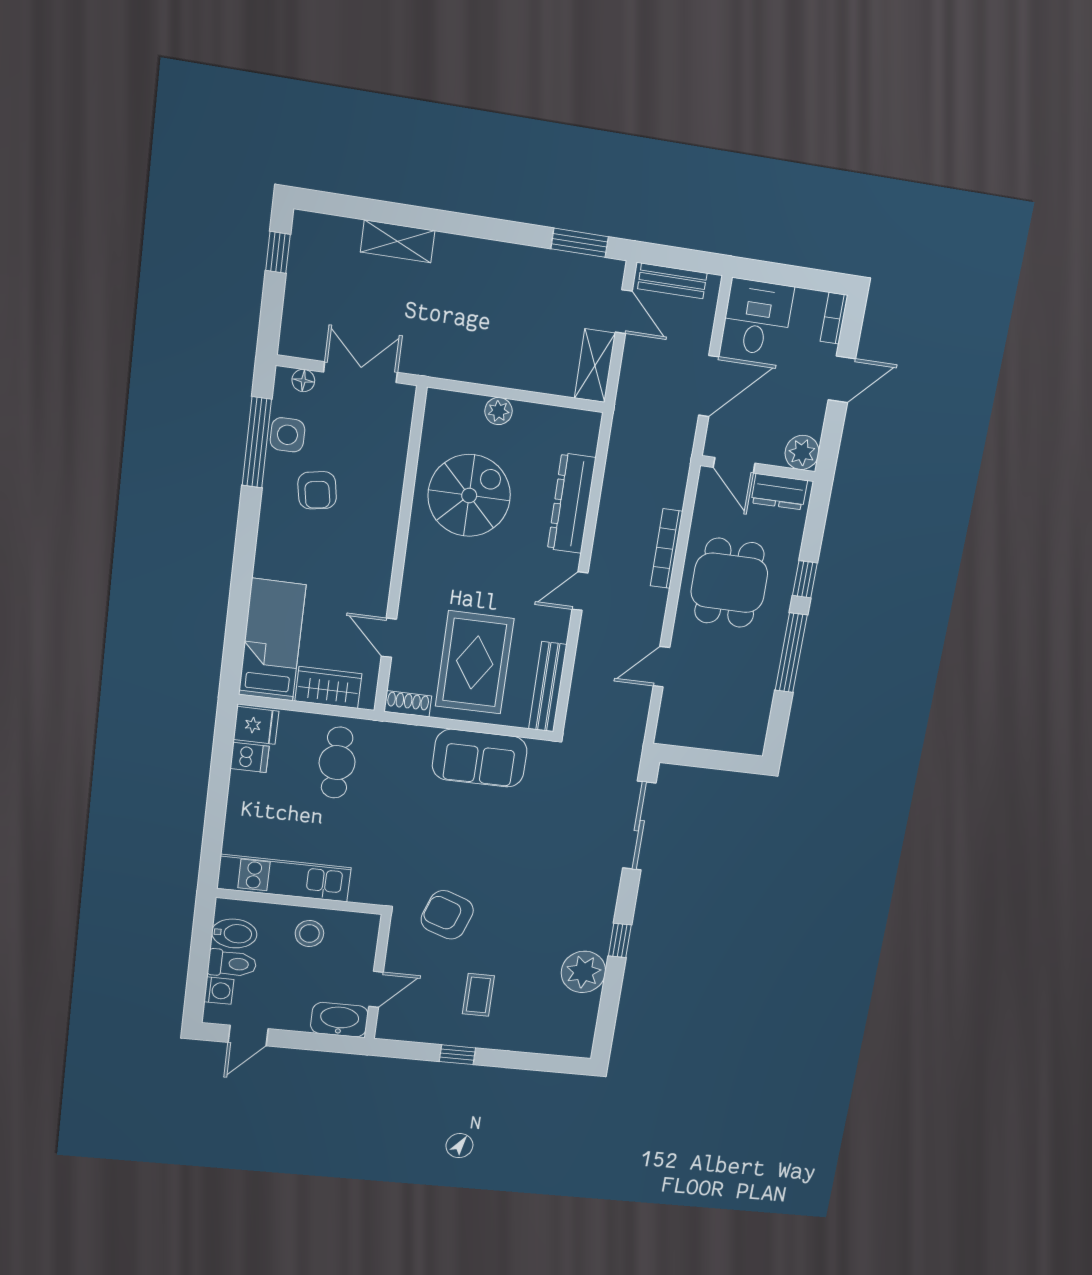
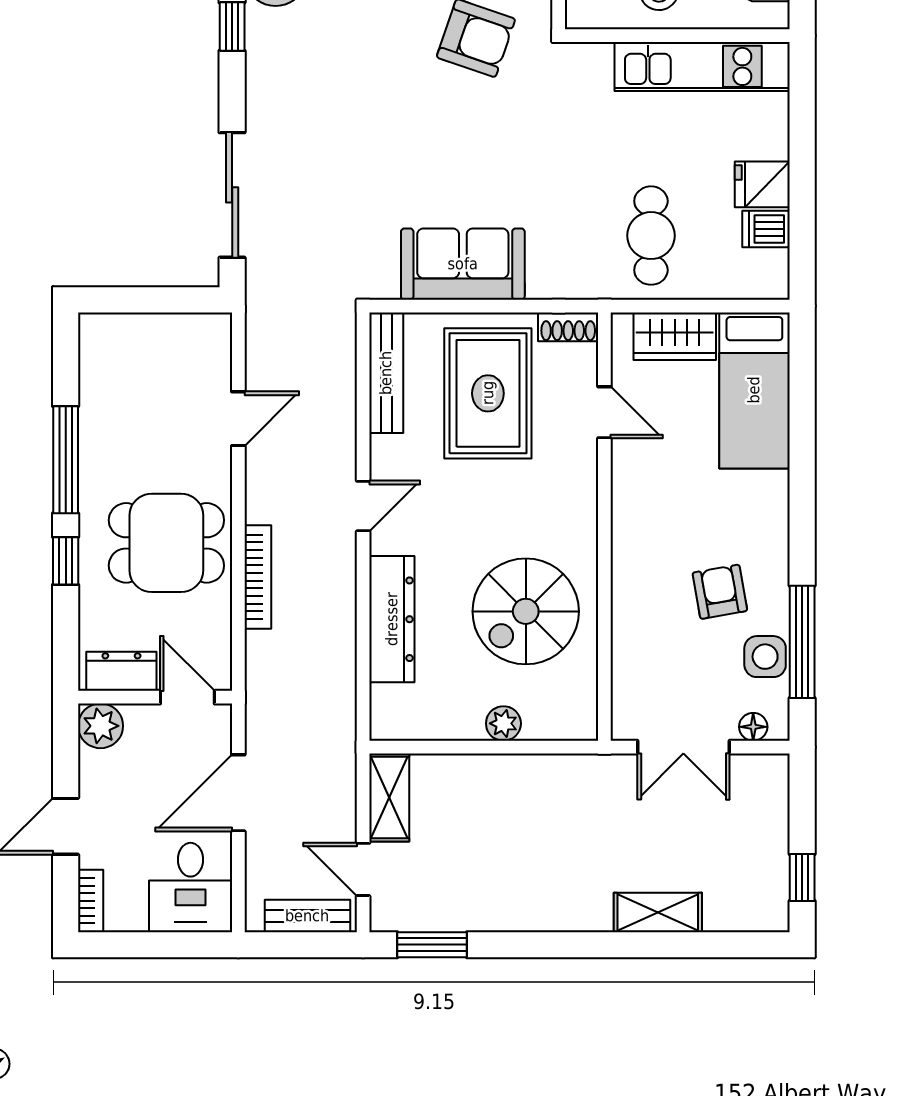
dining table: (729, 583) -> (166, 543), turned 90
fridge: (256, 725) -> (762, 184), moved

